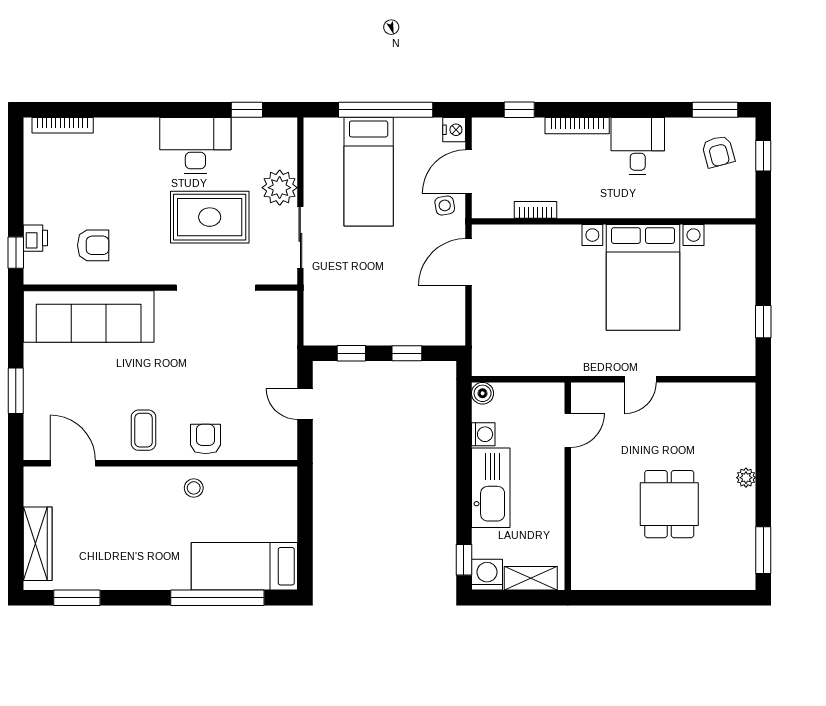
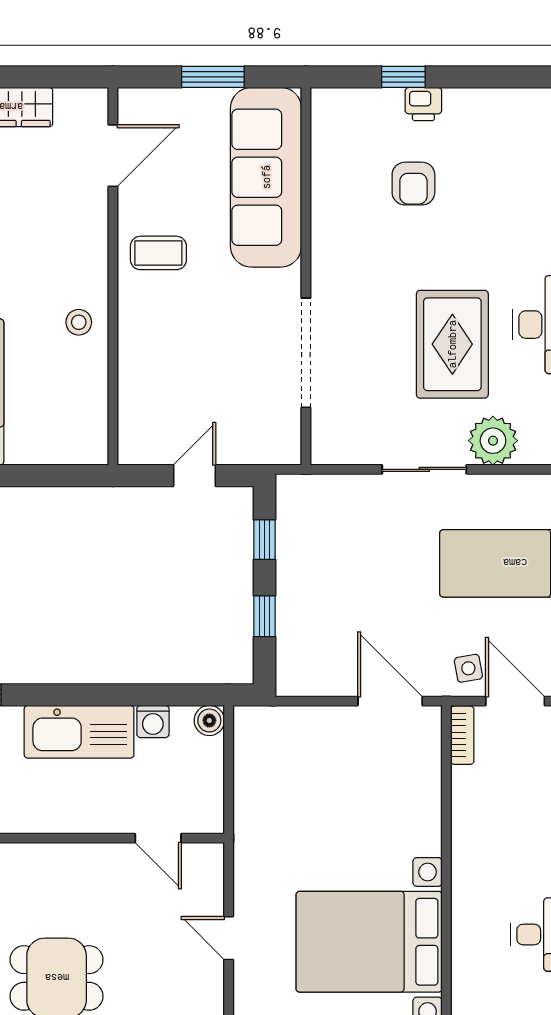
bookcase: (536, 210) -> (462, 735), moved
wall: (160, 288) -> (306, 276), moved
doorway: (216, 288) -> (306, 353), moved
sofa: (89, 317) -> (266, 177), moved
armchair: (206, 439) -> (146, 339), removed

